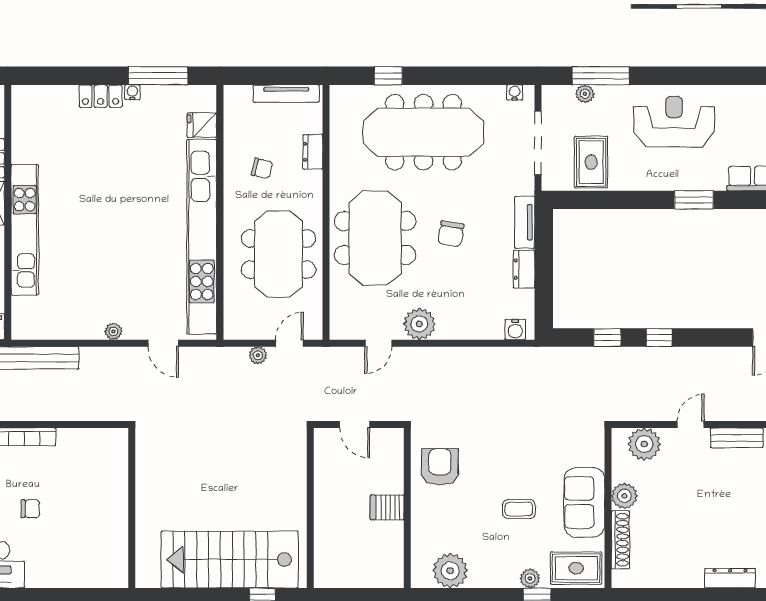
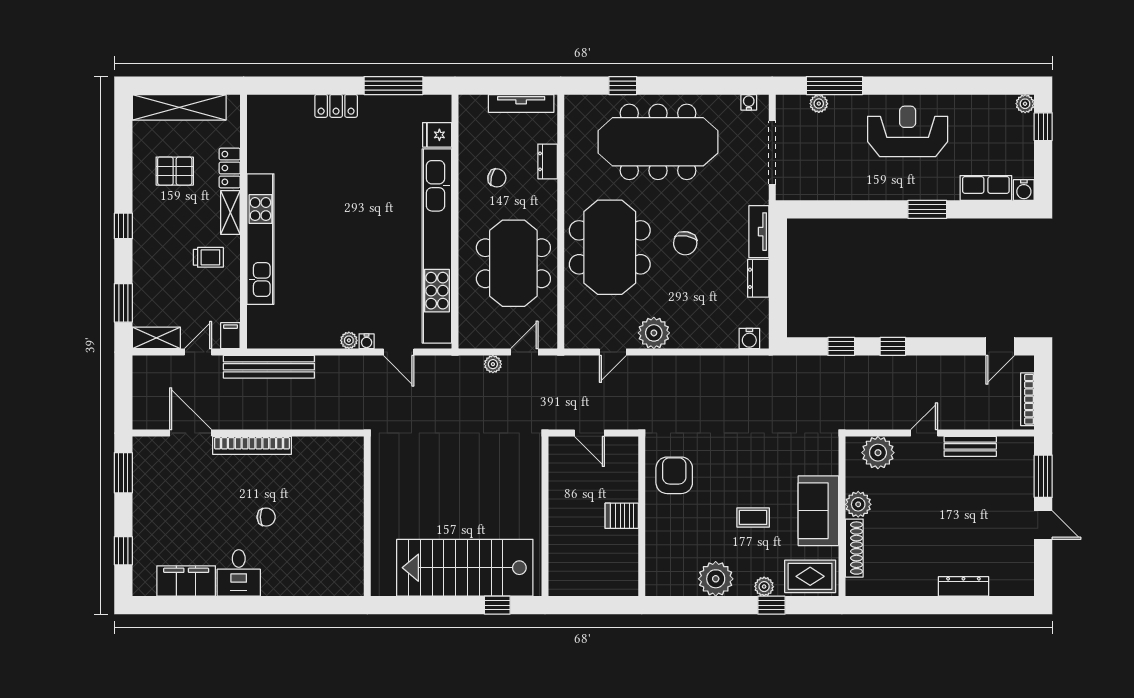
water cooler: (132, 92) -> (367, 341), moved, turned 180
rug: (591, 162) -> (825, 172), removed
plant: (450, 571) -> (716, 579), moved

